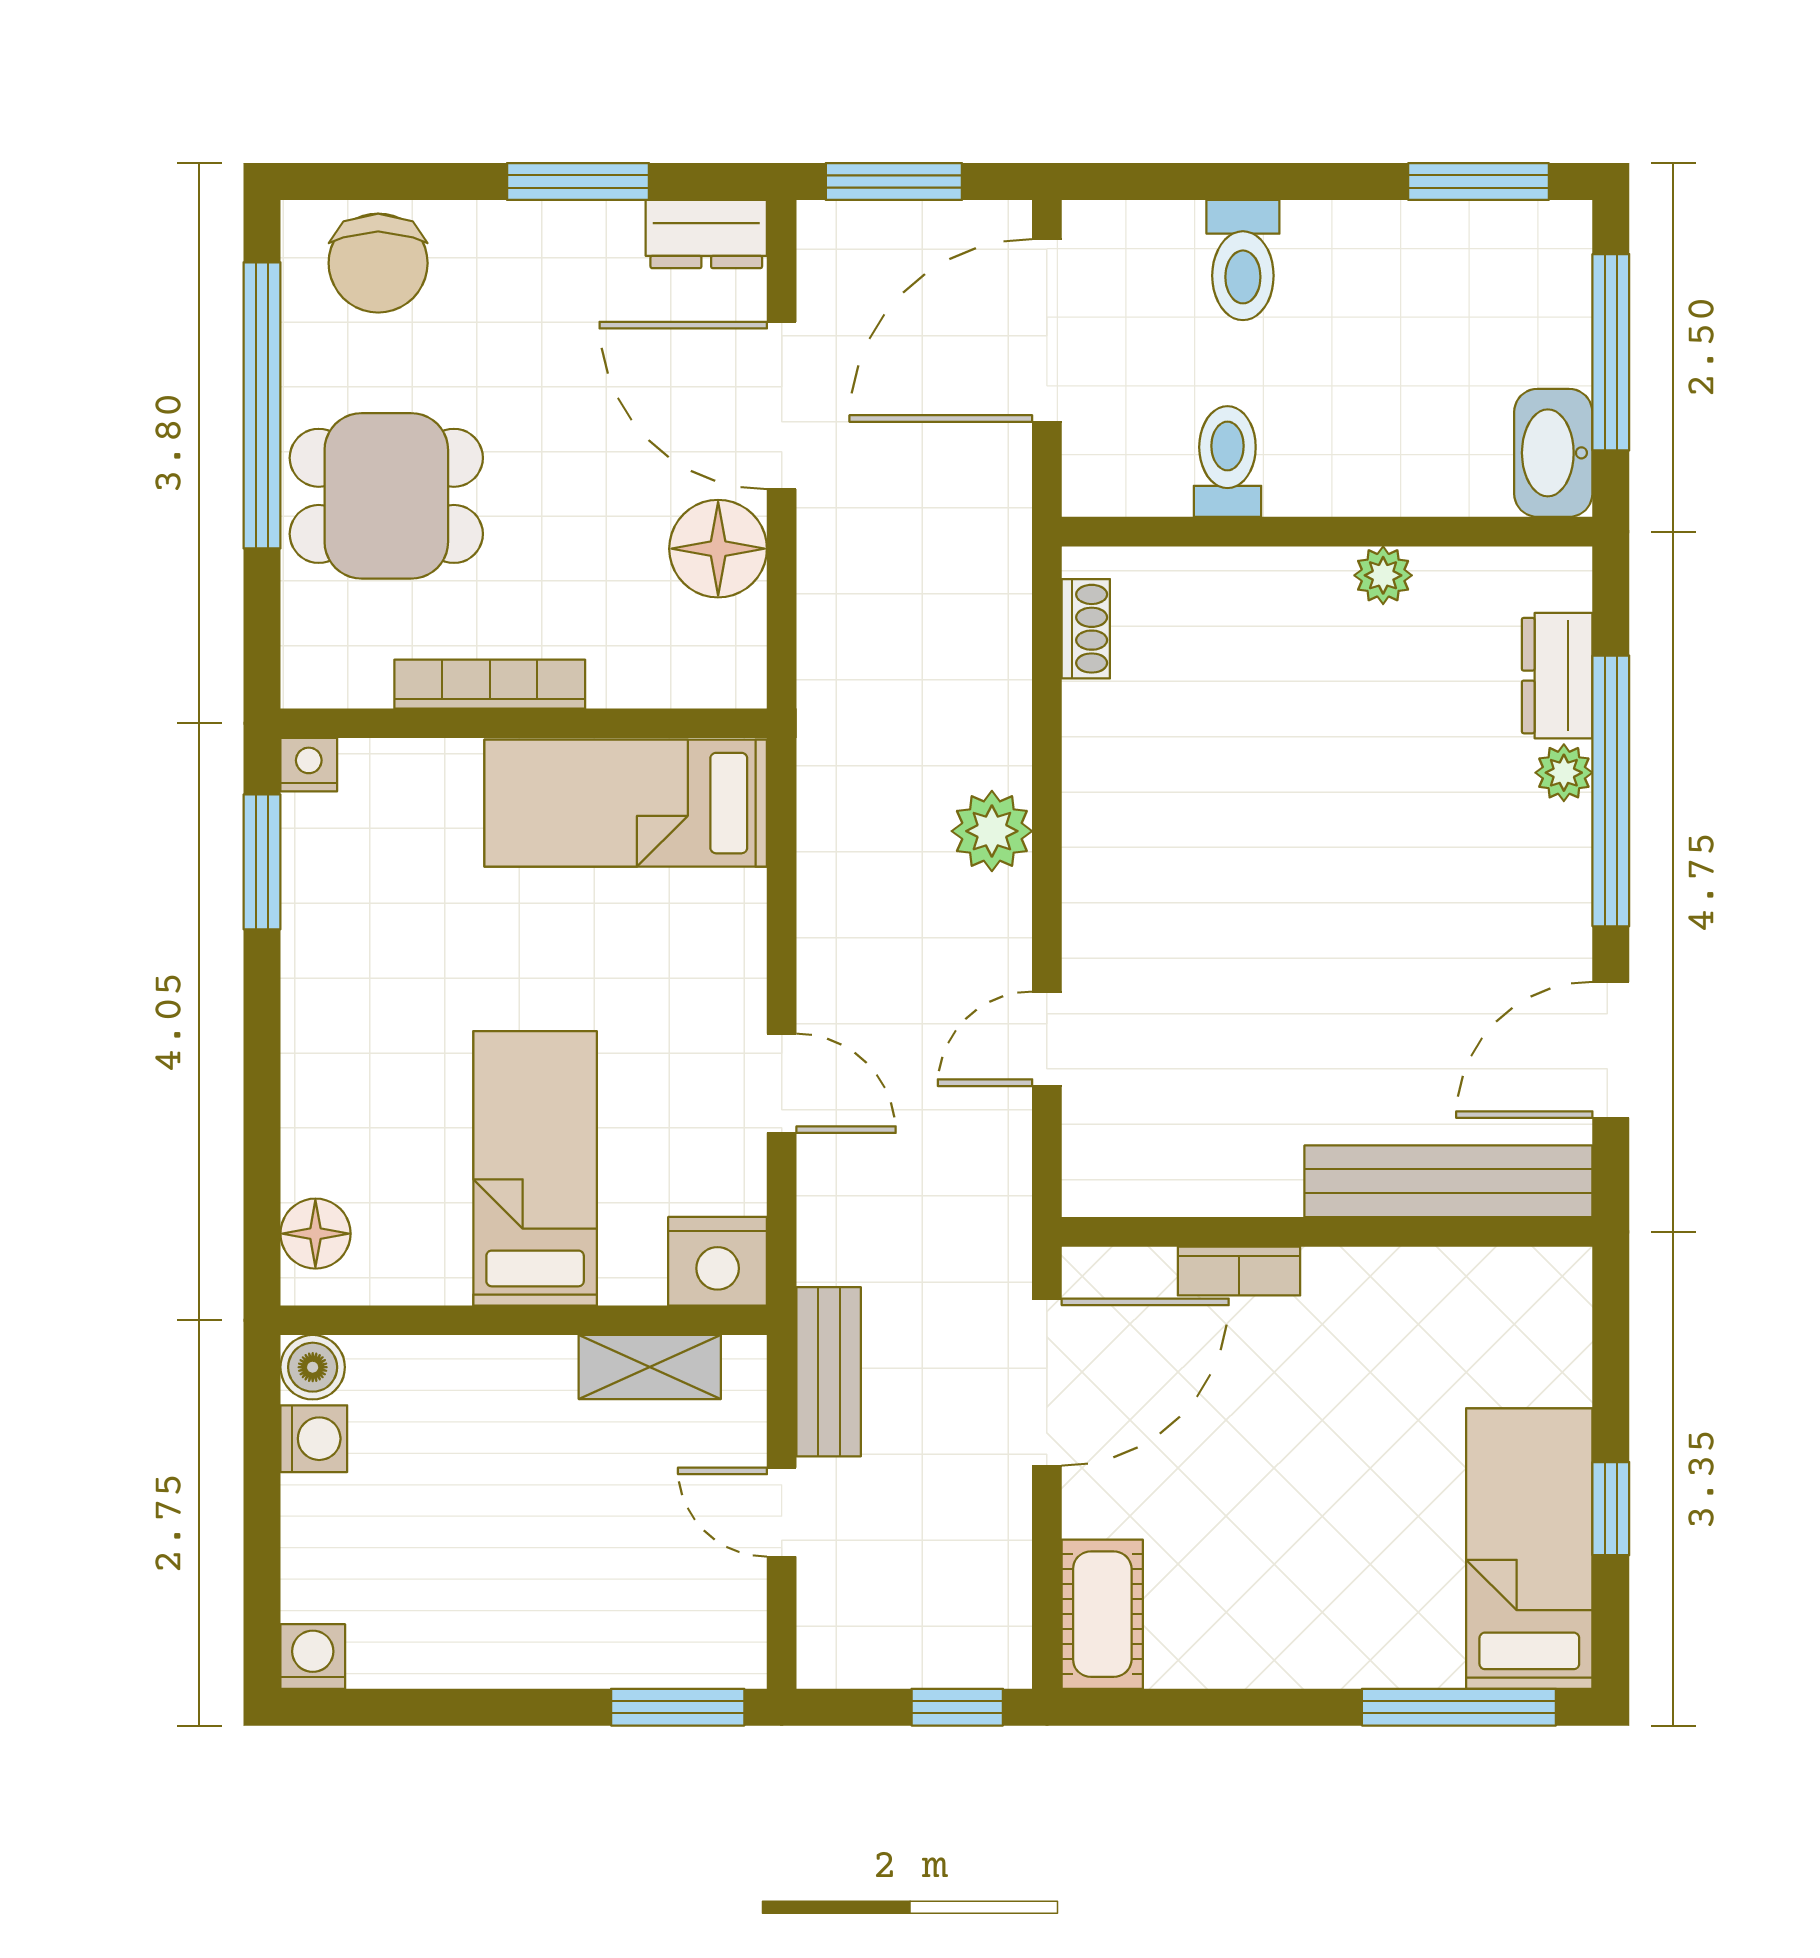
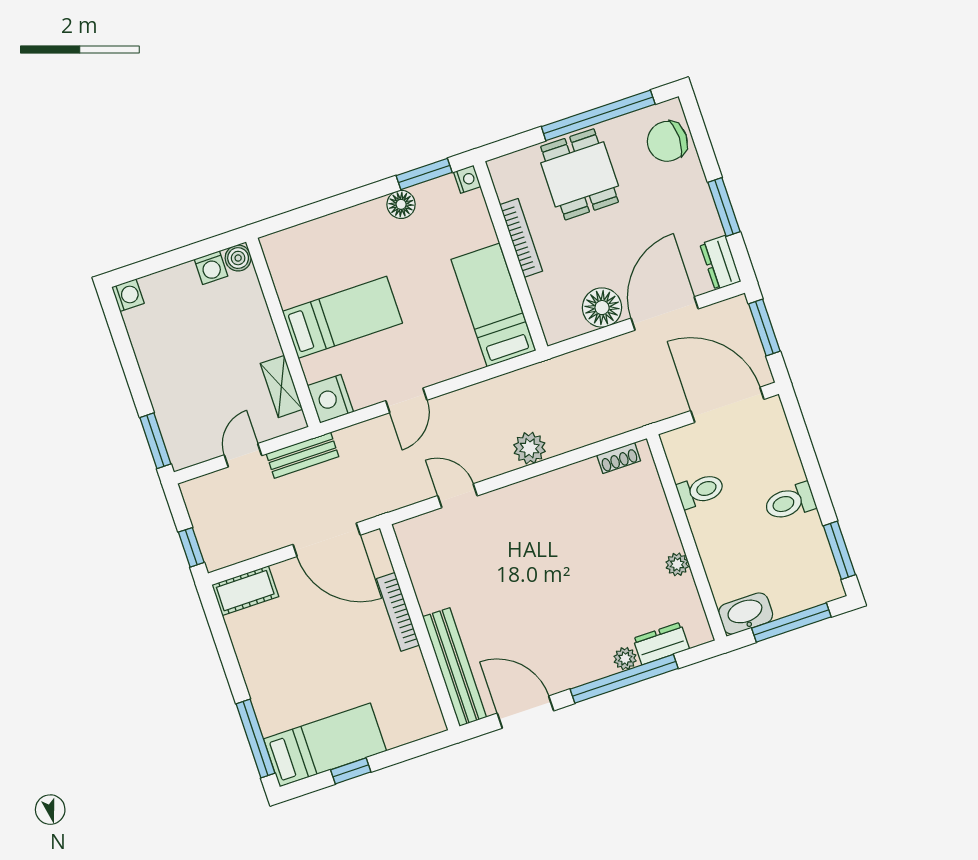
toilet: (1243, 260) -> (790, 502), moved
floor lamp: (315, 1234) -> (401, 204), moved
bookcase: (1239, 1271) -> (398, 612), width x1.56

